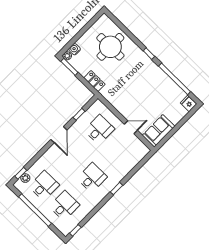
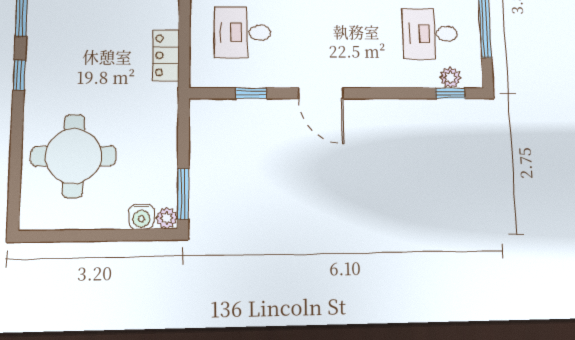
locker: (94, 81) -> (166, 55), moved
door: (59, 135) -> (321, 93), swing flipped

